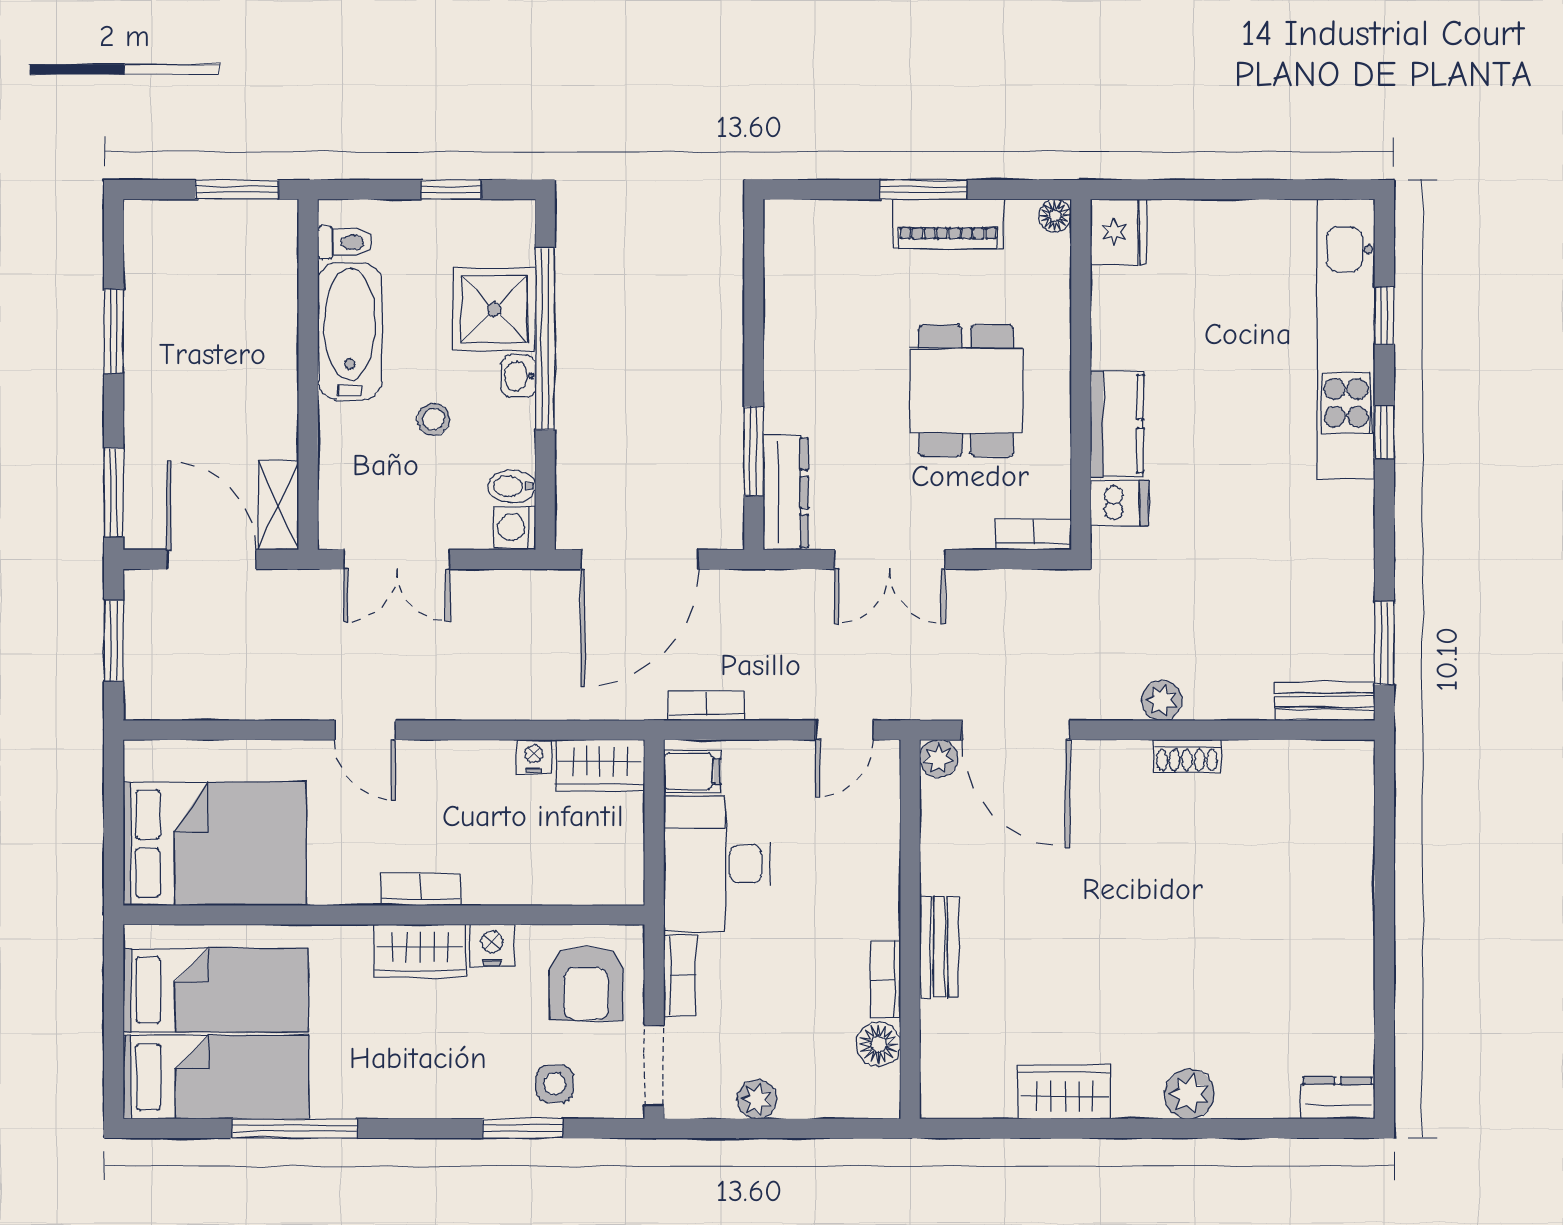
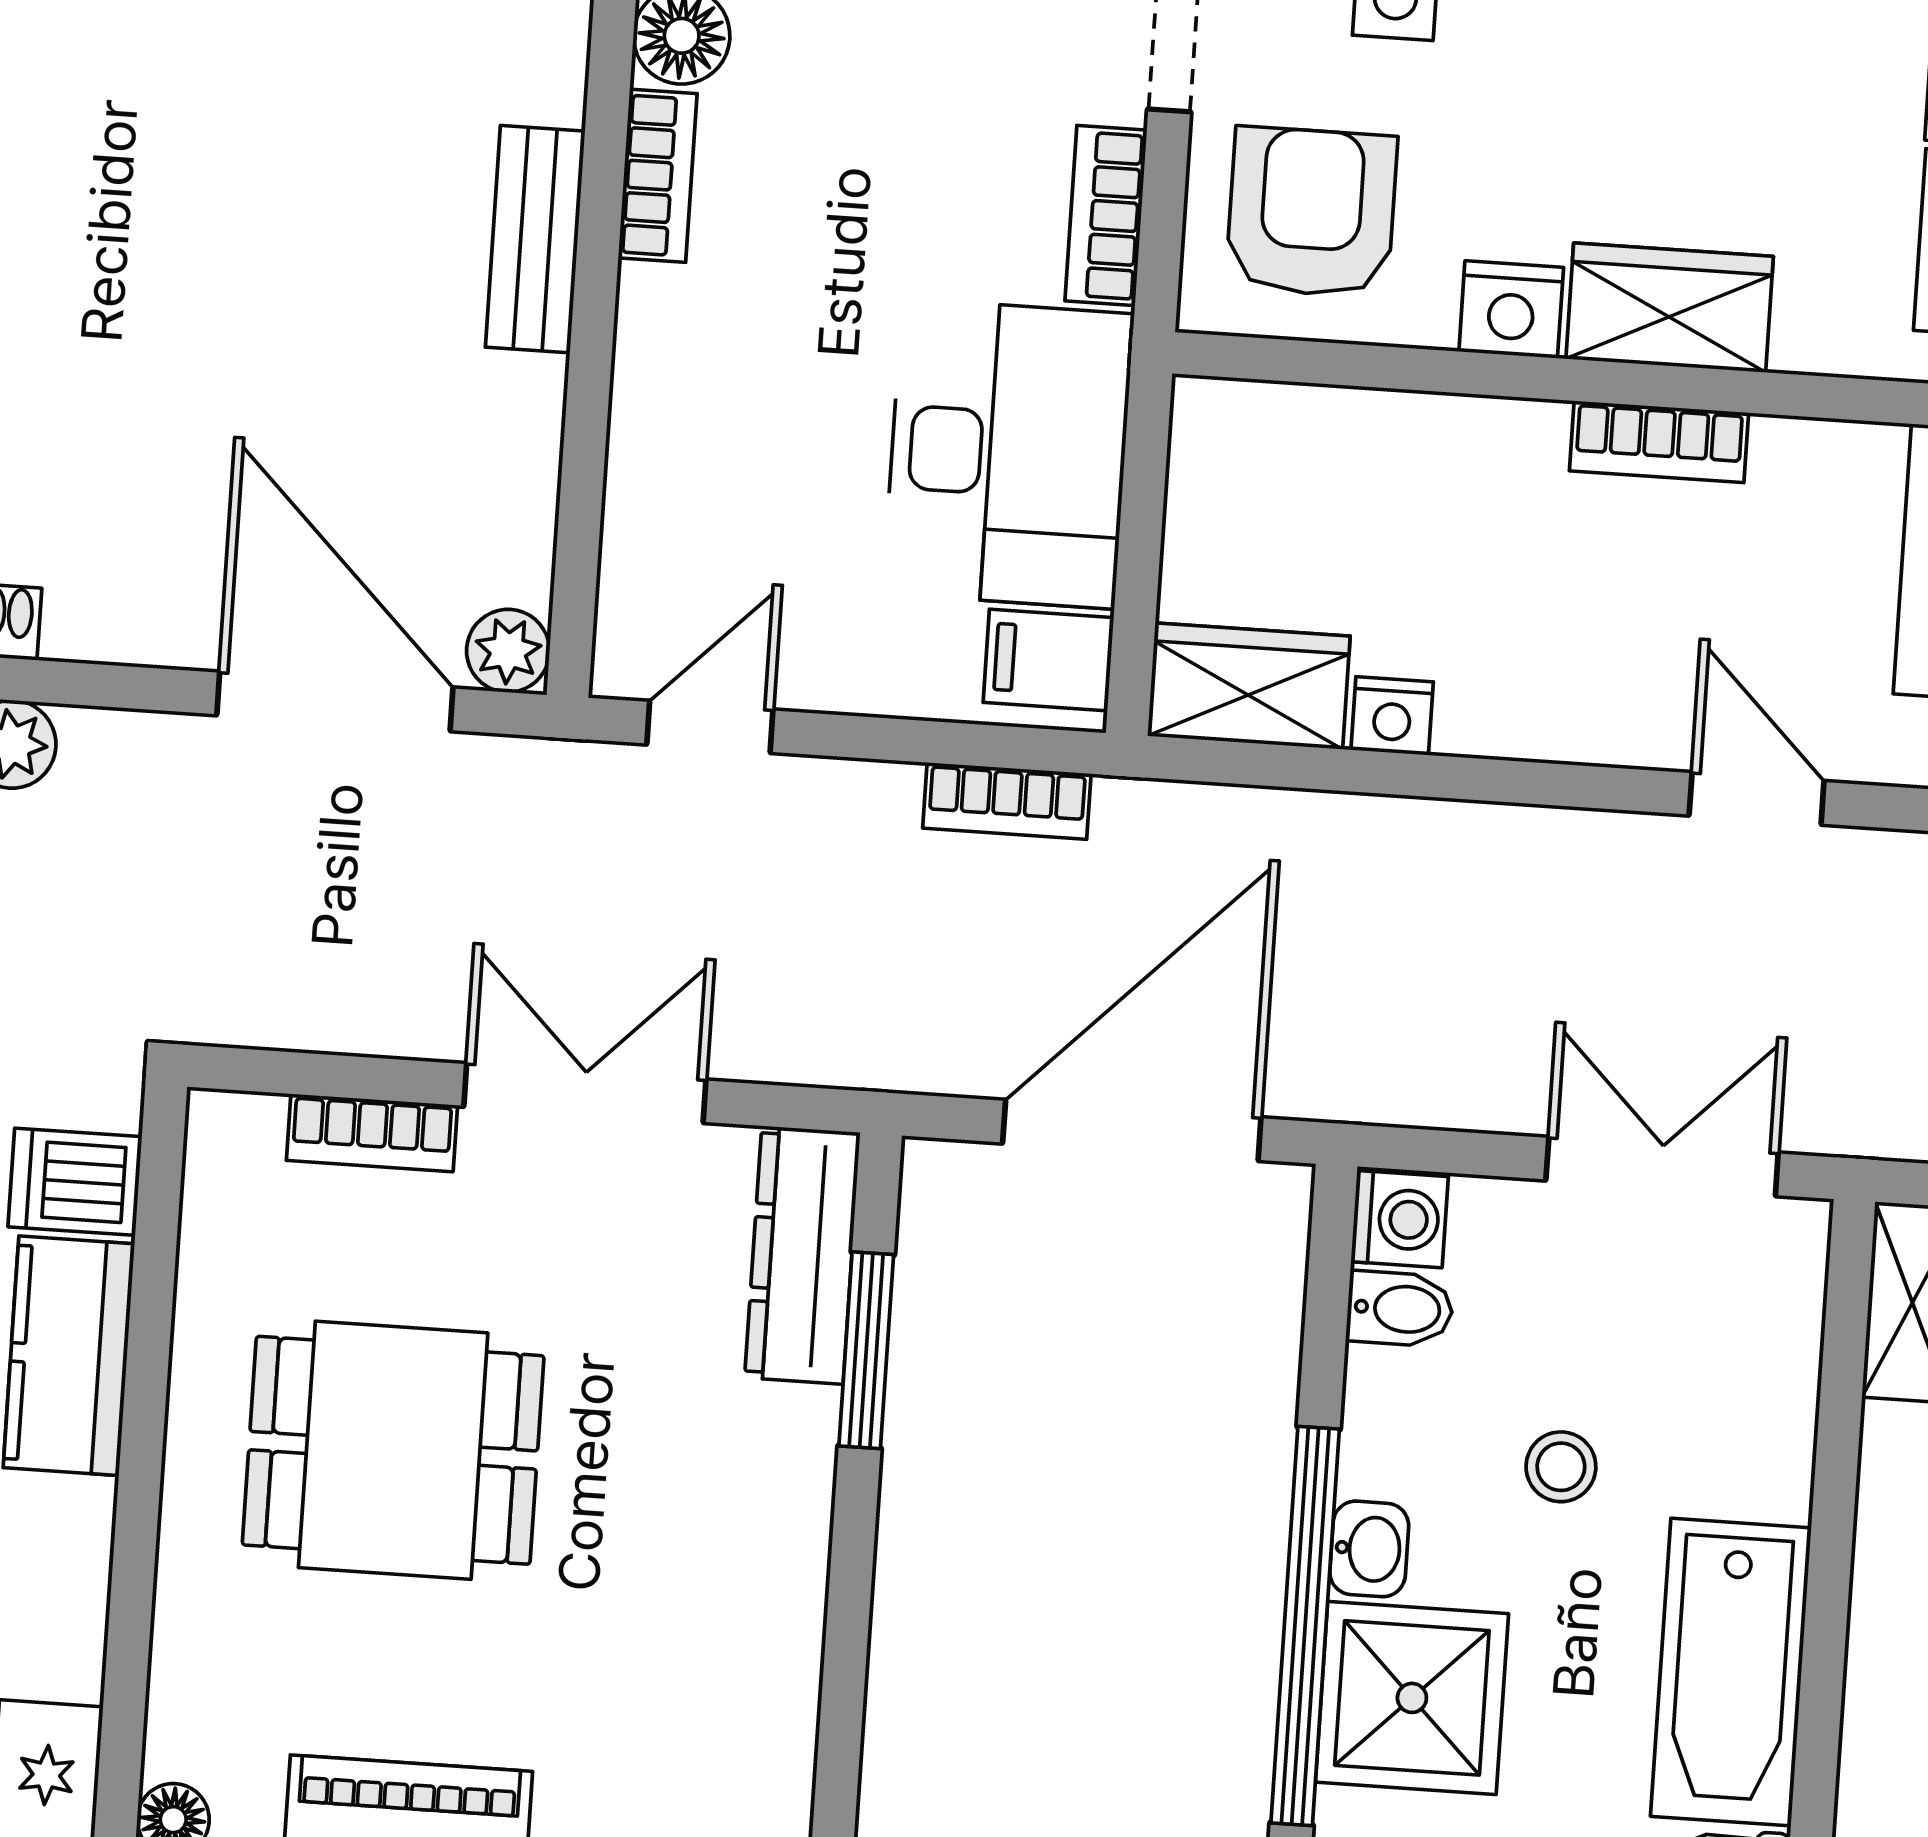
dining table: (966, 391) -> (393, 1450), turned 90
bookcase: (1033, 535) -> (372, 1133), moved

